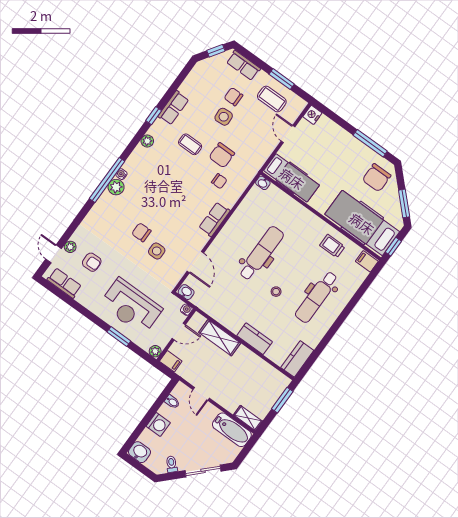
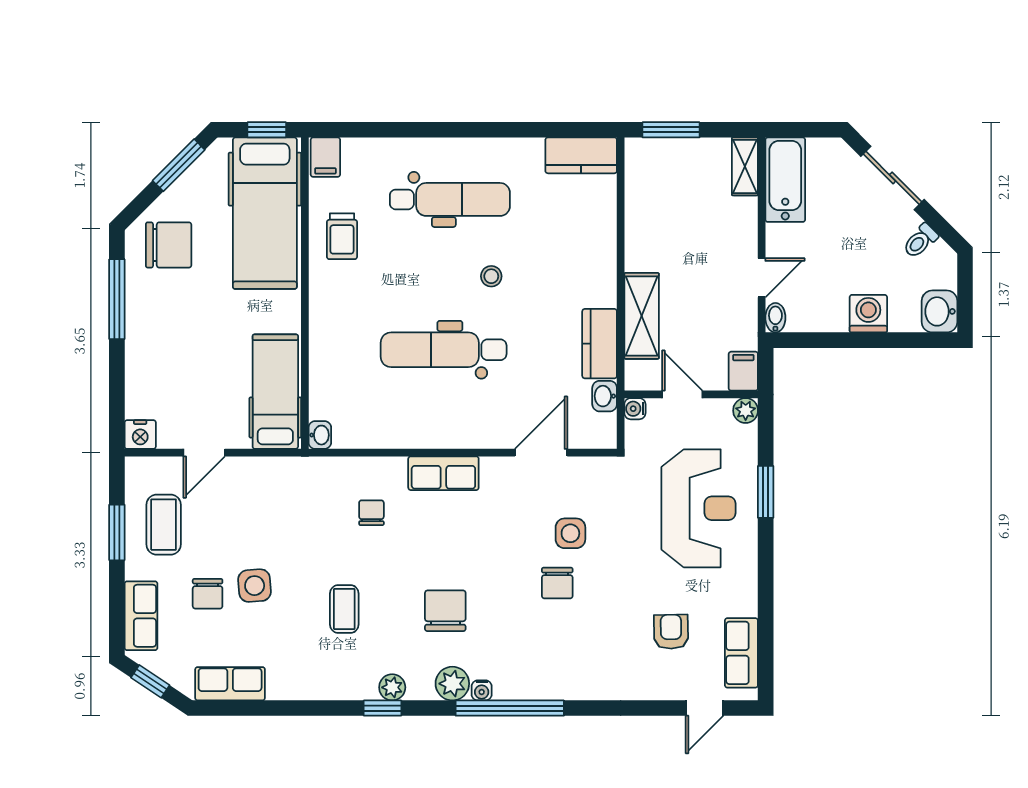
row of seats: (173, 108) -> (230, 684), moved
window: (154, 116) -> (383, 708), moved
chair: (222, 155) -> (445, 611), moved, turned -90
plant: (116, 187) -> (452, 684), moved
plant: (70, 247) -> (671, 688), removed
washbasin: (186, 292) -> (605, 396), moved
kitchen counter: (255, 339) -> (600, 344), moved
bidet: (172, 402) -> (775, 318), moved

